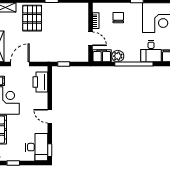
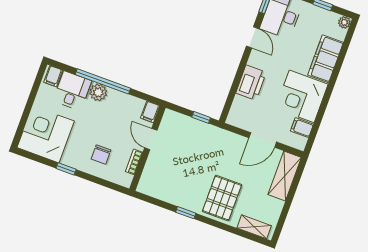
filing cabinet: (102, 56) -> (150, 112), width x0.50
plant: (118, 56) -> (98, 92), moved
printer: (40, 82) -> (251, 83), moved
door: (50, 116) -> (253, 37), moved

